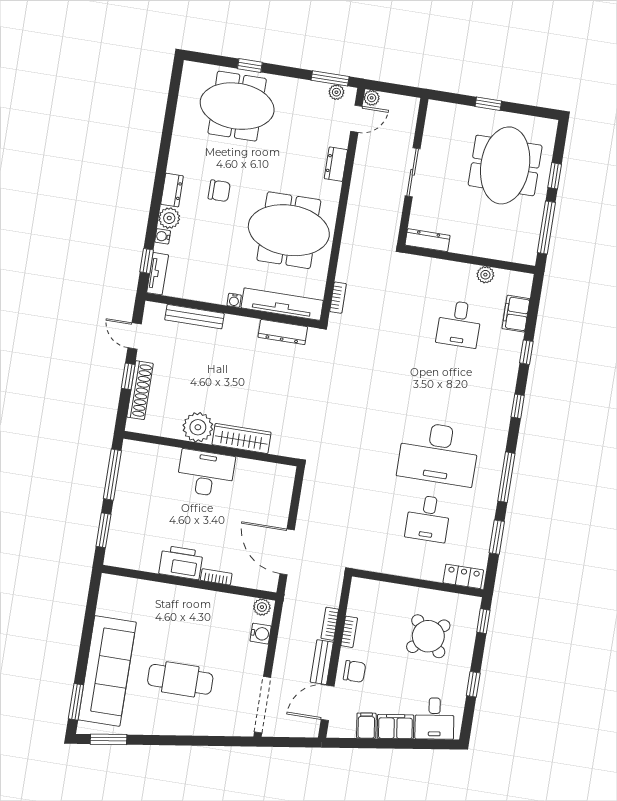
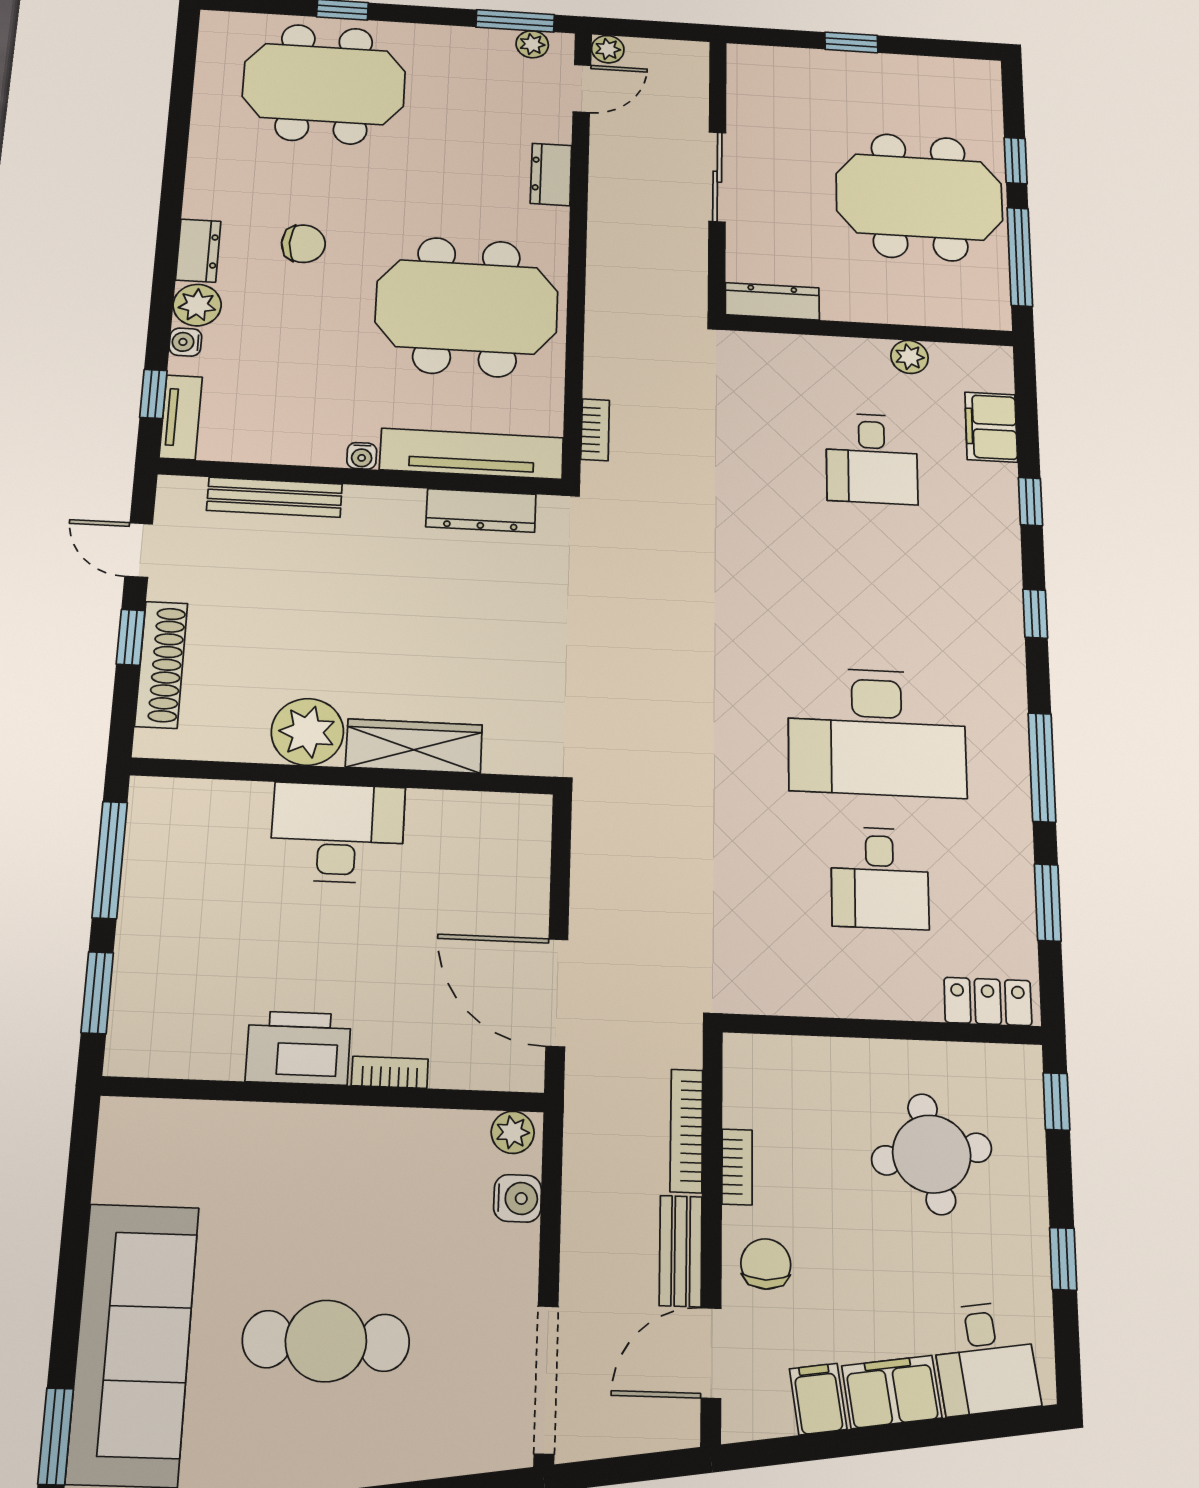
meeting table: (505, 165) -> (919, 197), moved, turned 90
bookcase: (330, 624) -> (686, 1131), width x1.56
round table: (428, 636) -> (932, 1154), turned 33
chair: (354, 671) -> (766, 1264), turned -90

